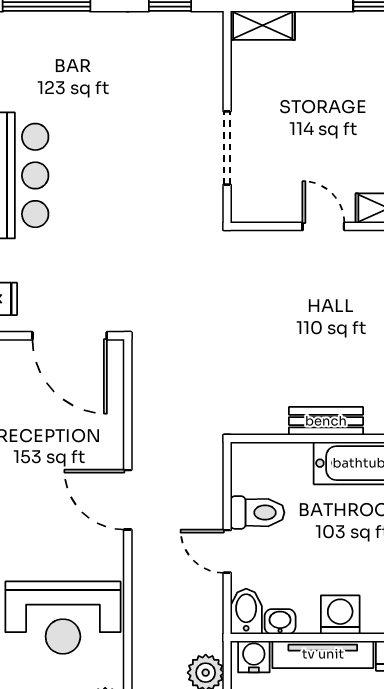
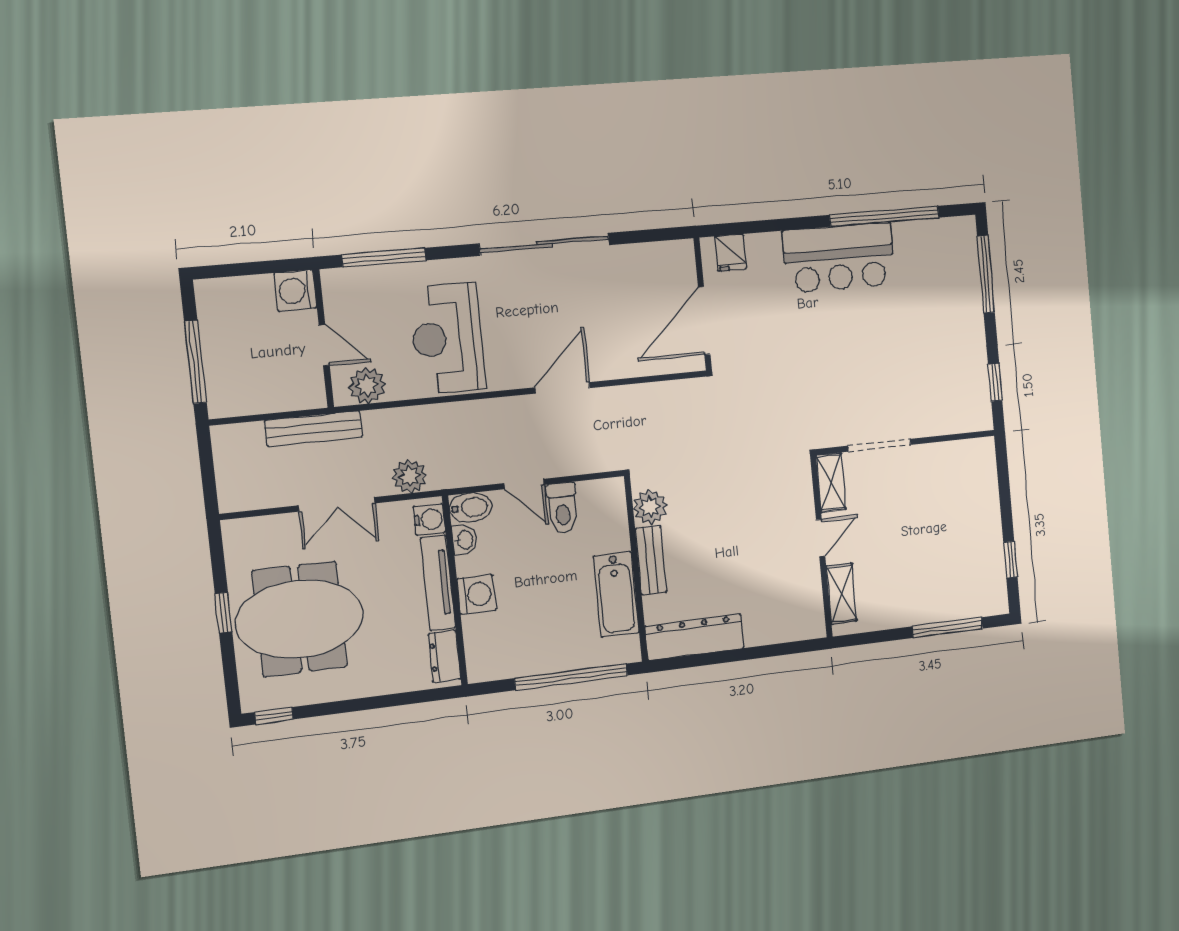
shelving: (263, 25) -> (831, 482), moved
plant: (267, 416) -> (650, 507), added
door: (227, 551) -> (524, 484), swing flipped

